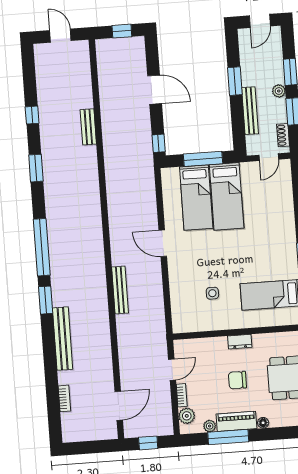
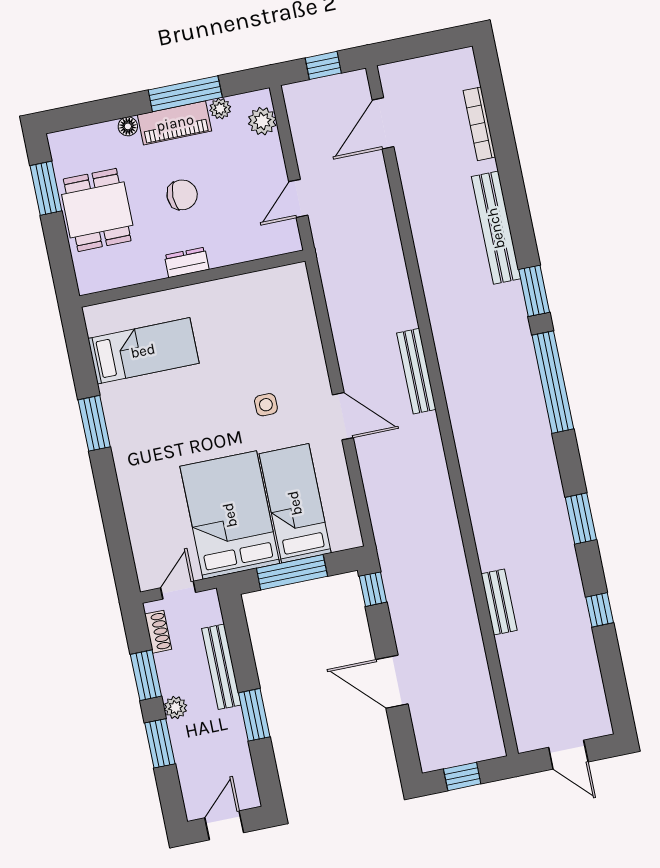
bed: (227, 196) -> (230, 515), width x1.50
bench: (120, 290) -> (416, 371), moved
side table: (212, 293) -> (266, 405), moved
bookcase: (182, 395) -> (276, 156), removed
bookcase: (64, 398) -> (479, 124), width x1.56

